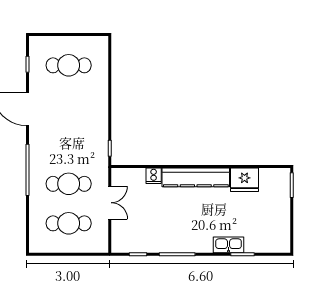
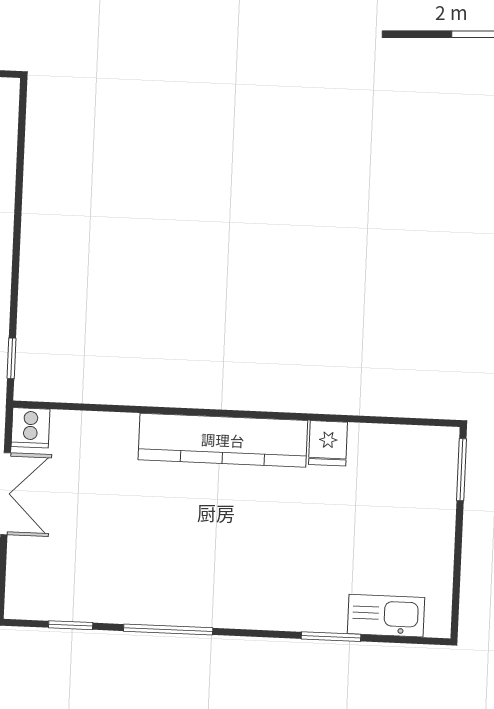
cooker: (154, 176) -> (31, 428), moved
fridge: (244, 180) -> (328, 443), width x0.53, depth x0.75
kitchen sink: (229, 245) -> (386, 616), moved

